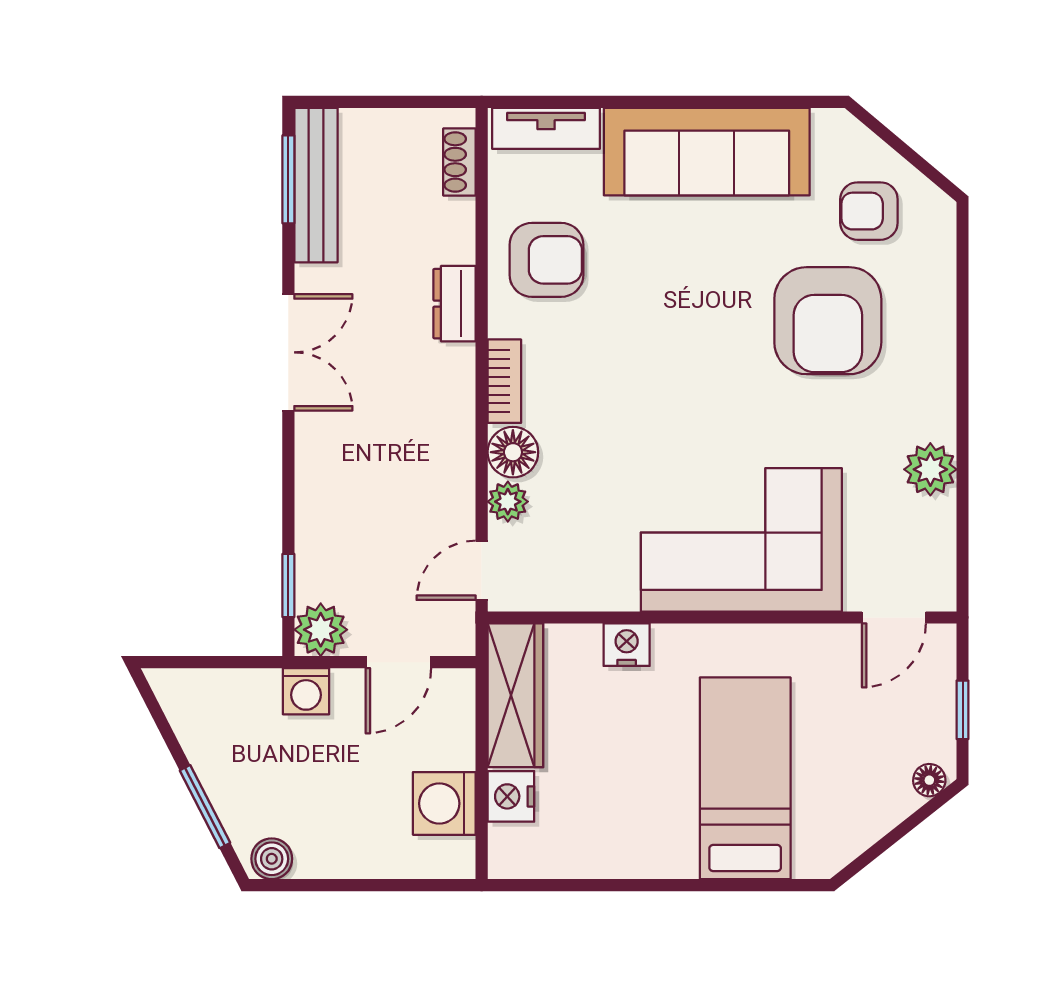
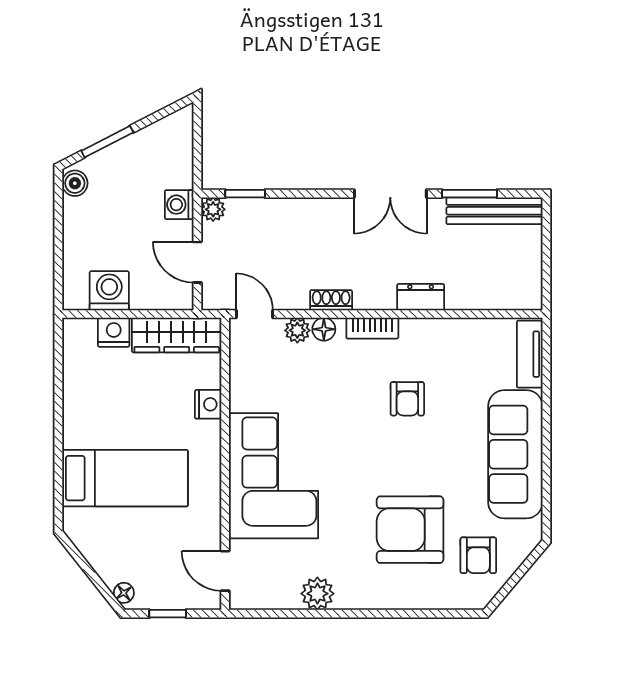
shoe rack: (459, 162) -> (331, 300), moved
window: (288, 179) -> (469, 194), moved
armchair: (869, 211) -> (478, 555), turned 180
armchair: (547, 260) -> (407, 399), moved, width x0.72, depth x0.72
floor lamp: (513, 452) -> (324, 329), width x0.73, depth x0.73
plant: (321, 630) -> (213, 209), width x0.73, depth x0.73

